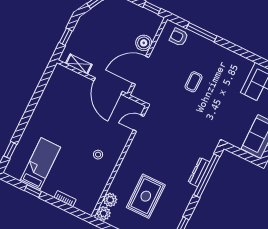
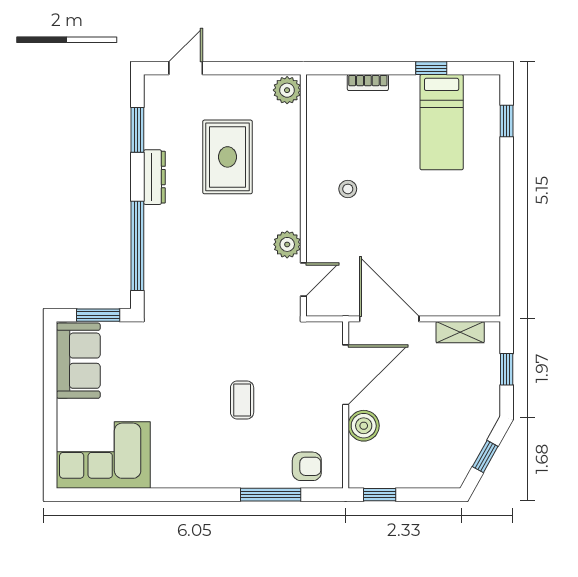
window: (240, 153) -> (98, 315), added
dresser: (199, 172) -> (154, 177), moved
plant: (110, 200) -> (287, 244), moved

